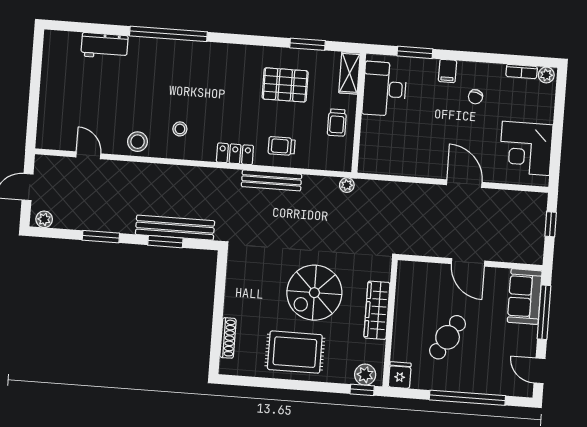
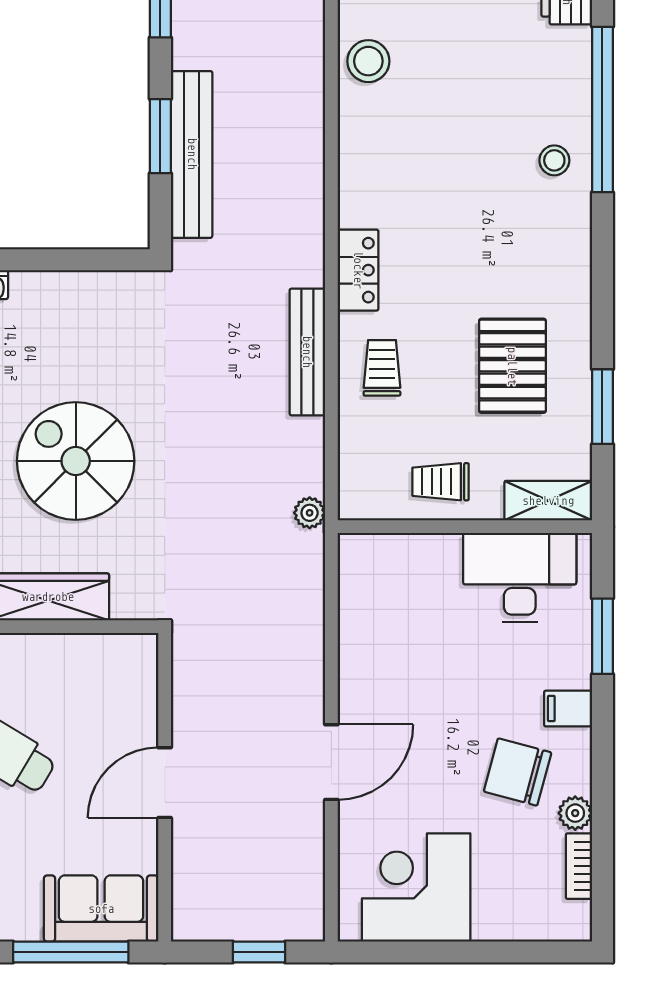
plant: (546, 75) -> (575, 813), moved
chair: (475, 97) -> (518, 772), width x1.87, depth x1.87
stool: (180, 129) -> (554, 160), moved

